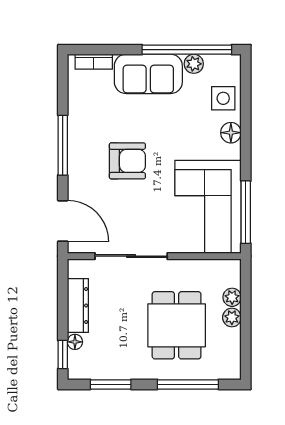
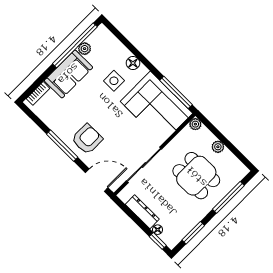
side table: (223, 98) -> (114, 81), moved
armchair: (127, 161) -> (87, 139), moved
plant: (232, 297) -> (195, 124), moved

